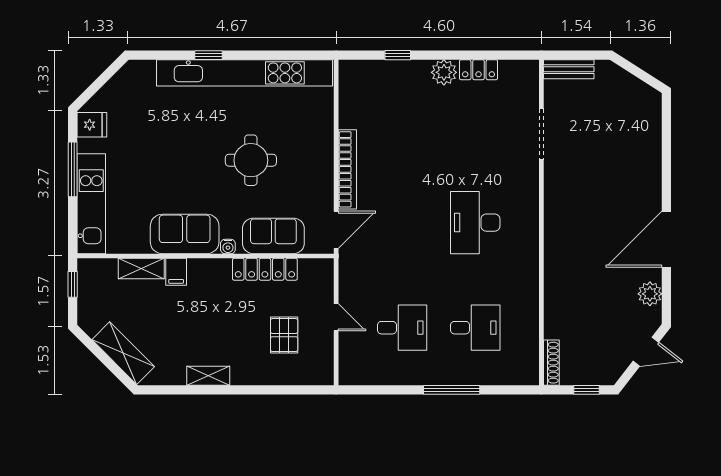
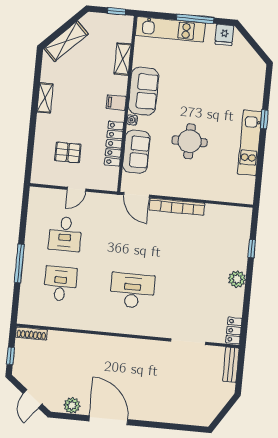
locker: (479, 70) -> (234, 331), moved
kitchen unit: (245, 73) -> (250, 143), width x0.54
filing cabinet: (176, 272) -> (116, 103), moved
desk: (475, 328) -> (60, 284), turned 180

